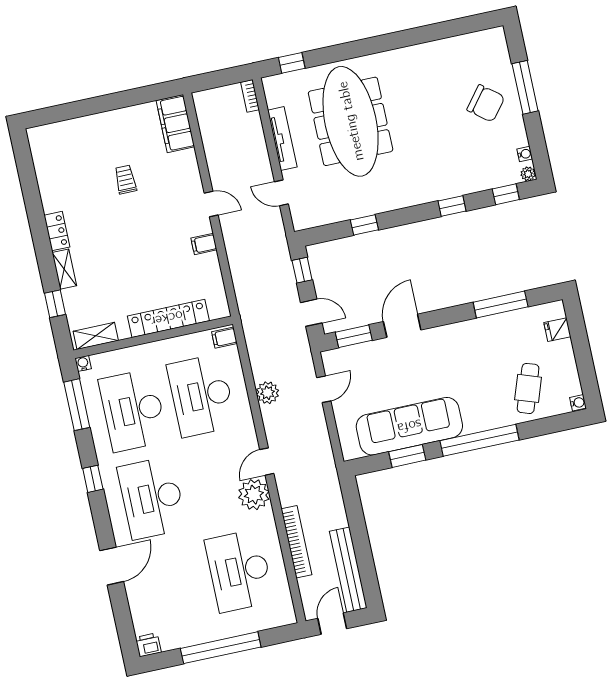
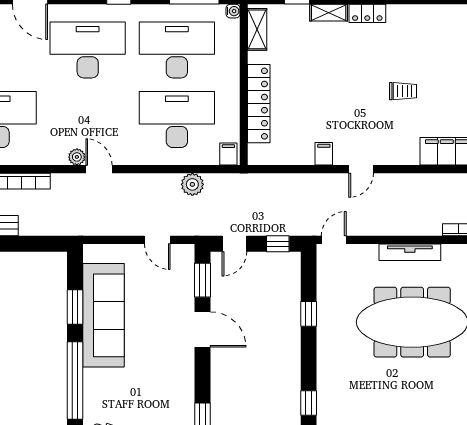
door: (281, 193) -> (334, 240), moved
plant: (268, 393) -> (192, 184), moved
plant: (254, 495) -> (77, 157), width x0.53, depth x0.53

